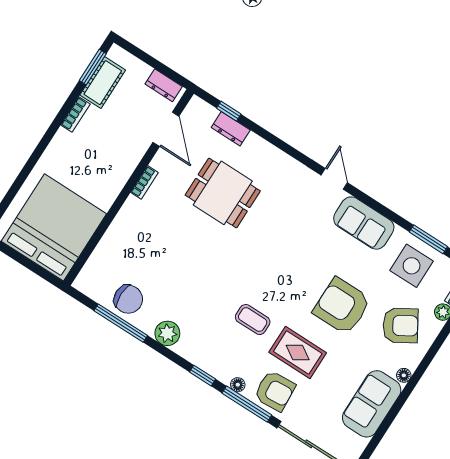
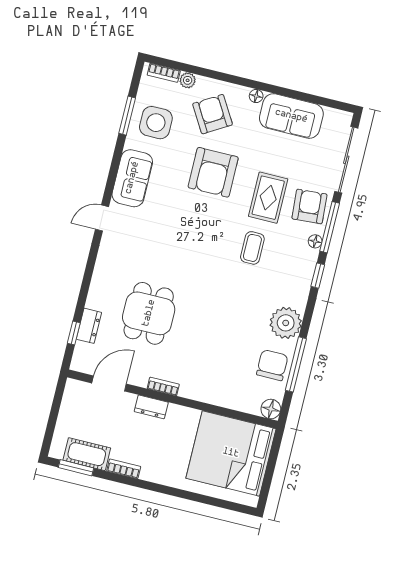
dresser: (164, 85) -> (151, 407), moved, turned 90
floor lamp: (85, 283) -> (271, 409), added
plant: (167, 333) -> (286, 323), width x1.36, depth x1.36

